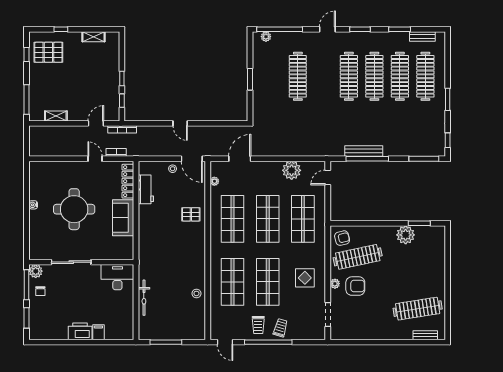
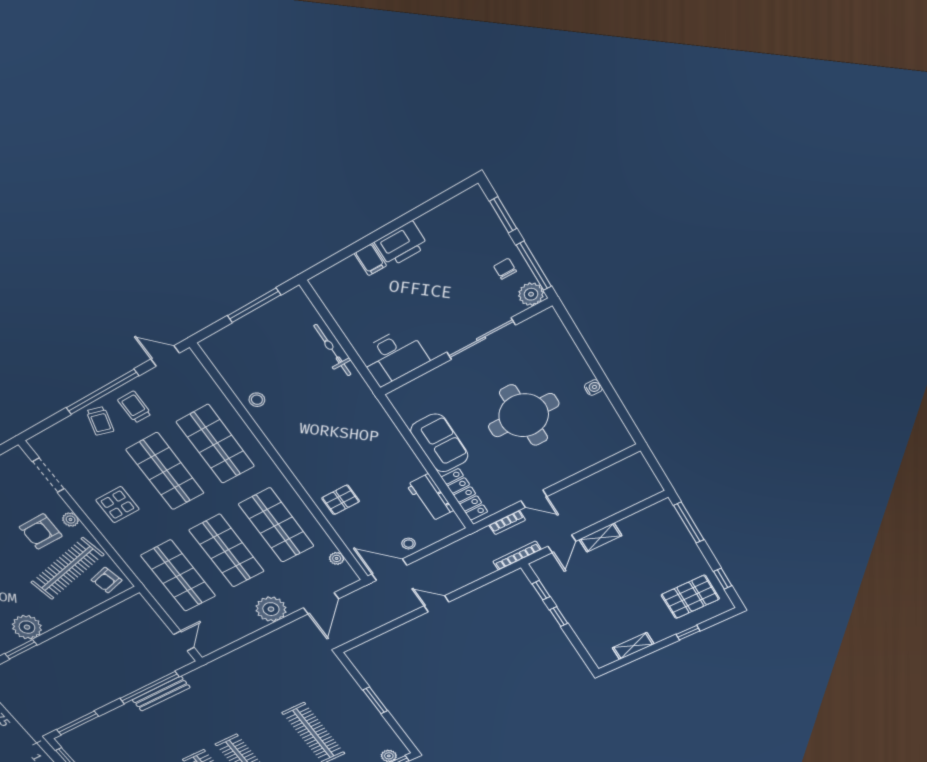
shelving: (56, 116) -> (600, 538), moved
plant: (292, 170) -> (271, 609), moved

